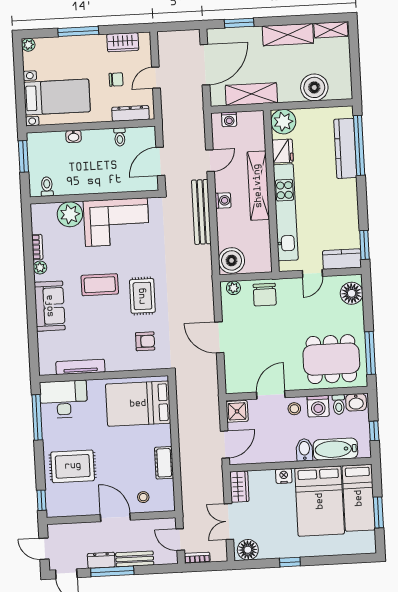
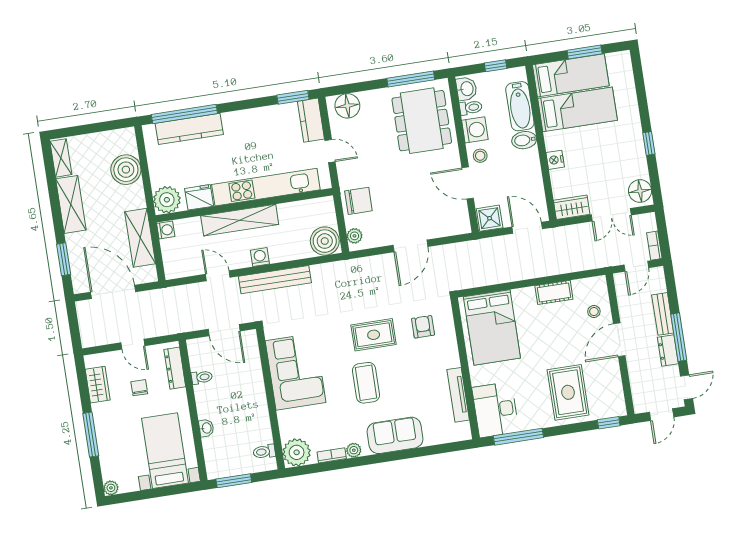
washing machine: (229, 119) -> (166, 230), moved
plant: (70, 214) -> (297, 452), moved
bed: (320, 501) -> (577, 109), width x0.67

